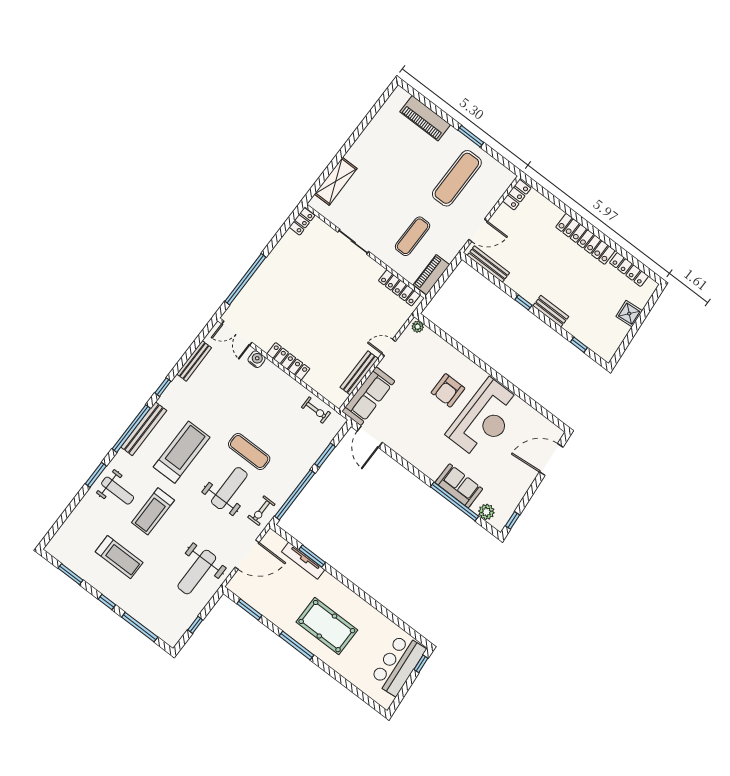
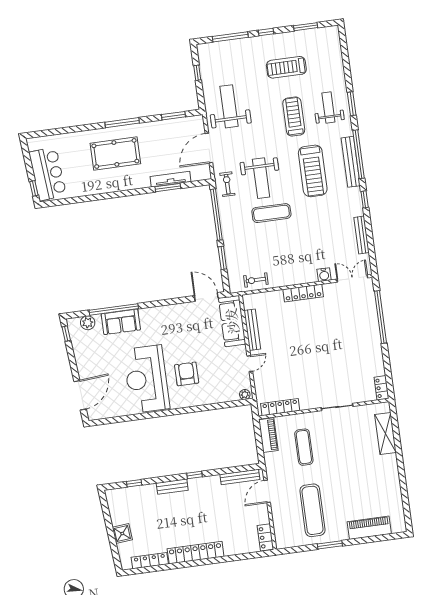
weight bench: (118, 491) -> (328, 107), turned 90

